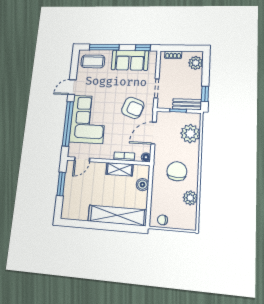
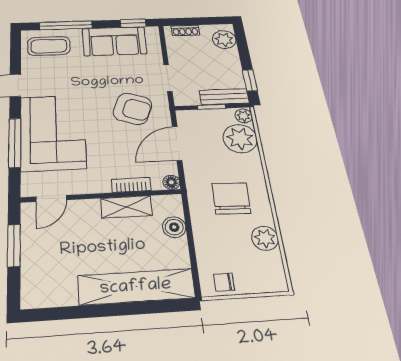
plant: (196, 118) -> (244, 116), added
window: (68, 124) -> (15, 143), width x0.68

